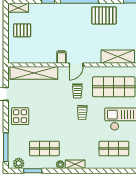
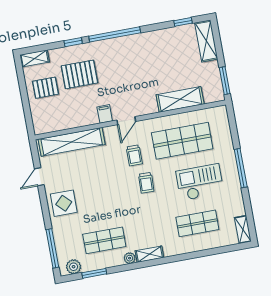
pallet: (104, 15) -> (79, 74), moved

